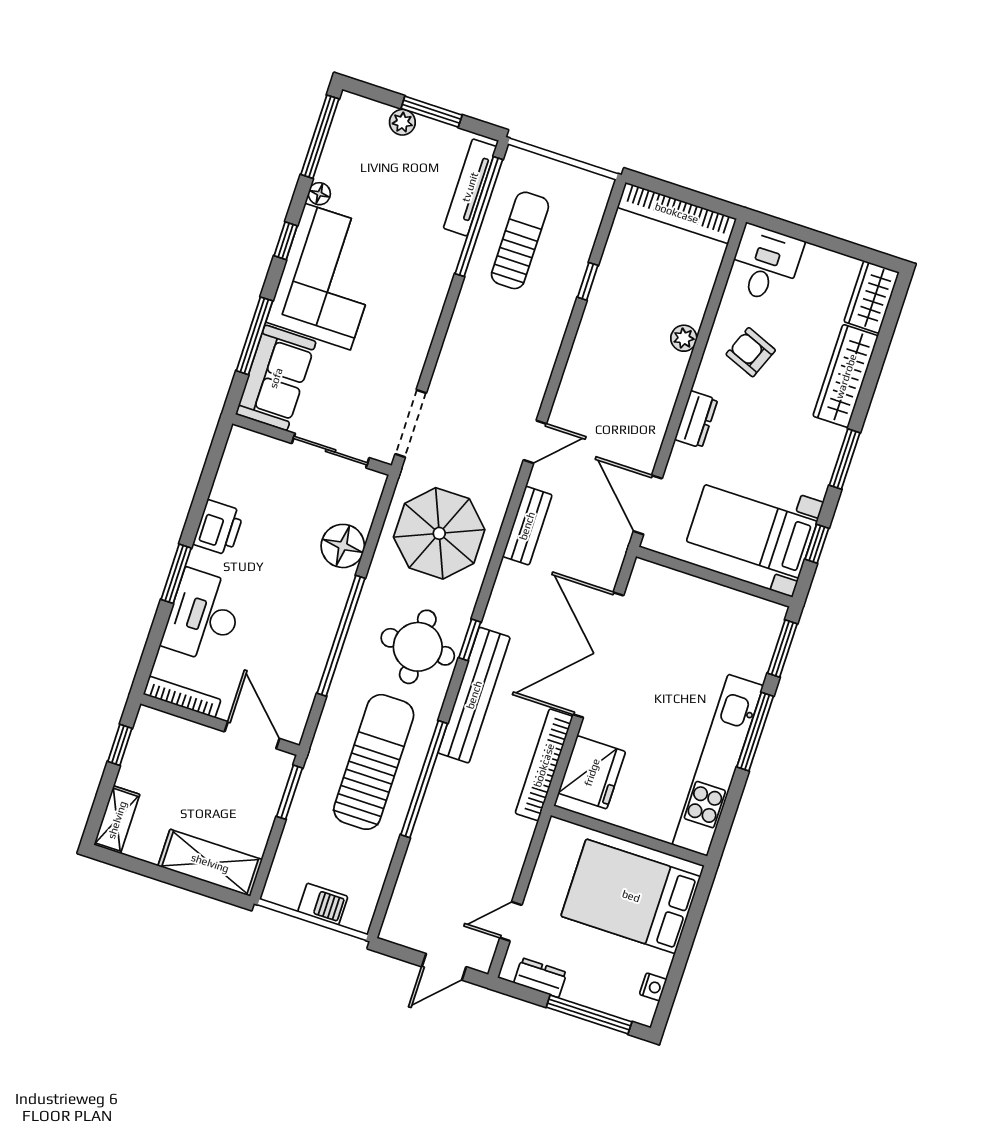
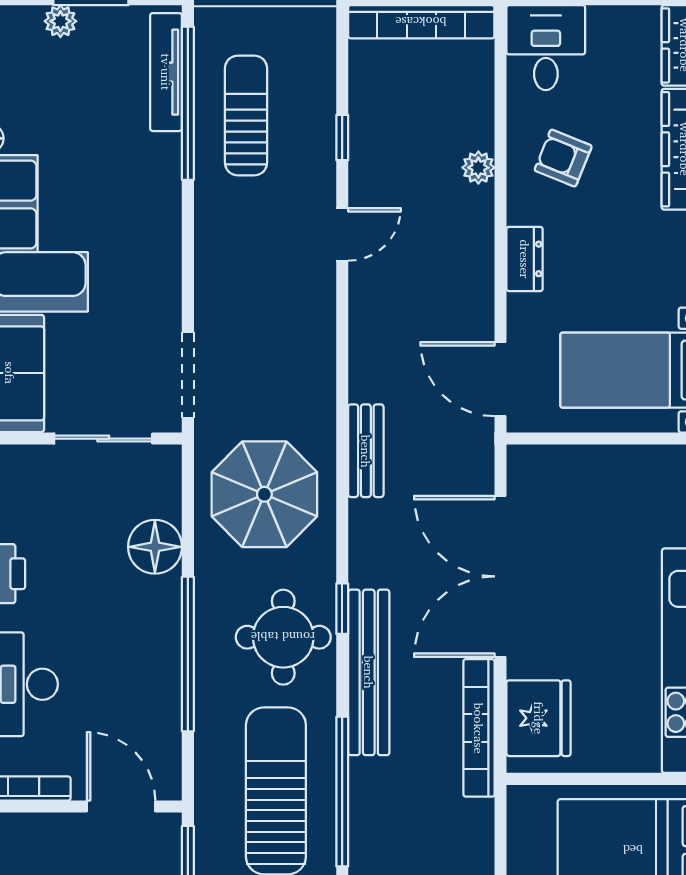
door: (535, 442) -> (342, 234), moved

